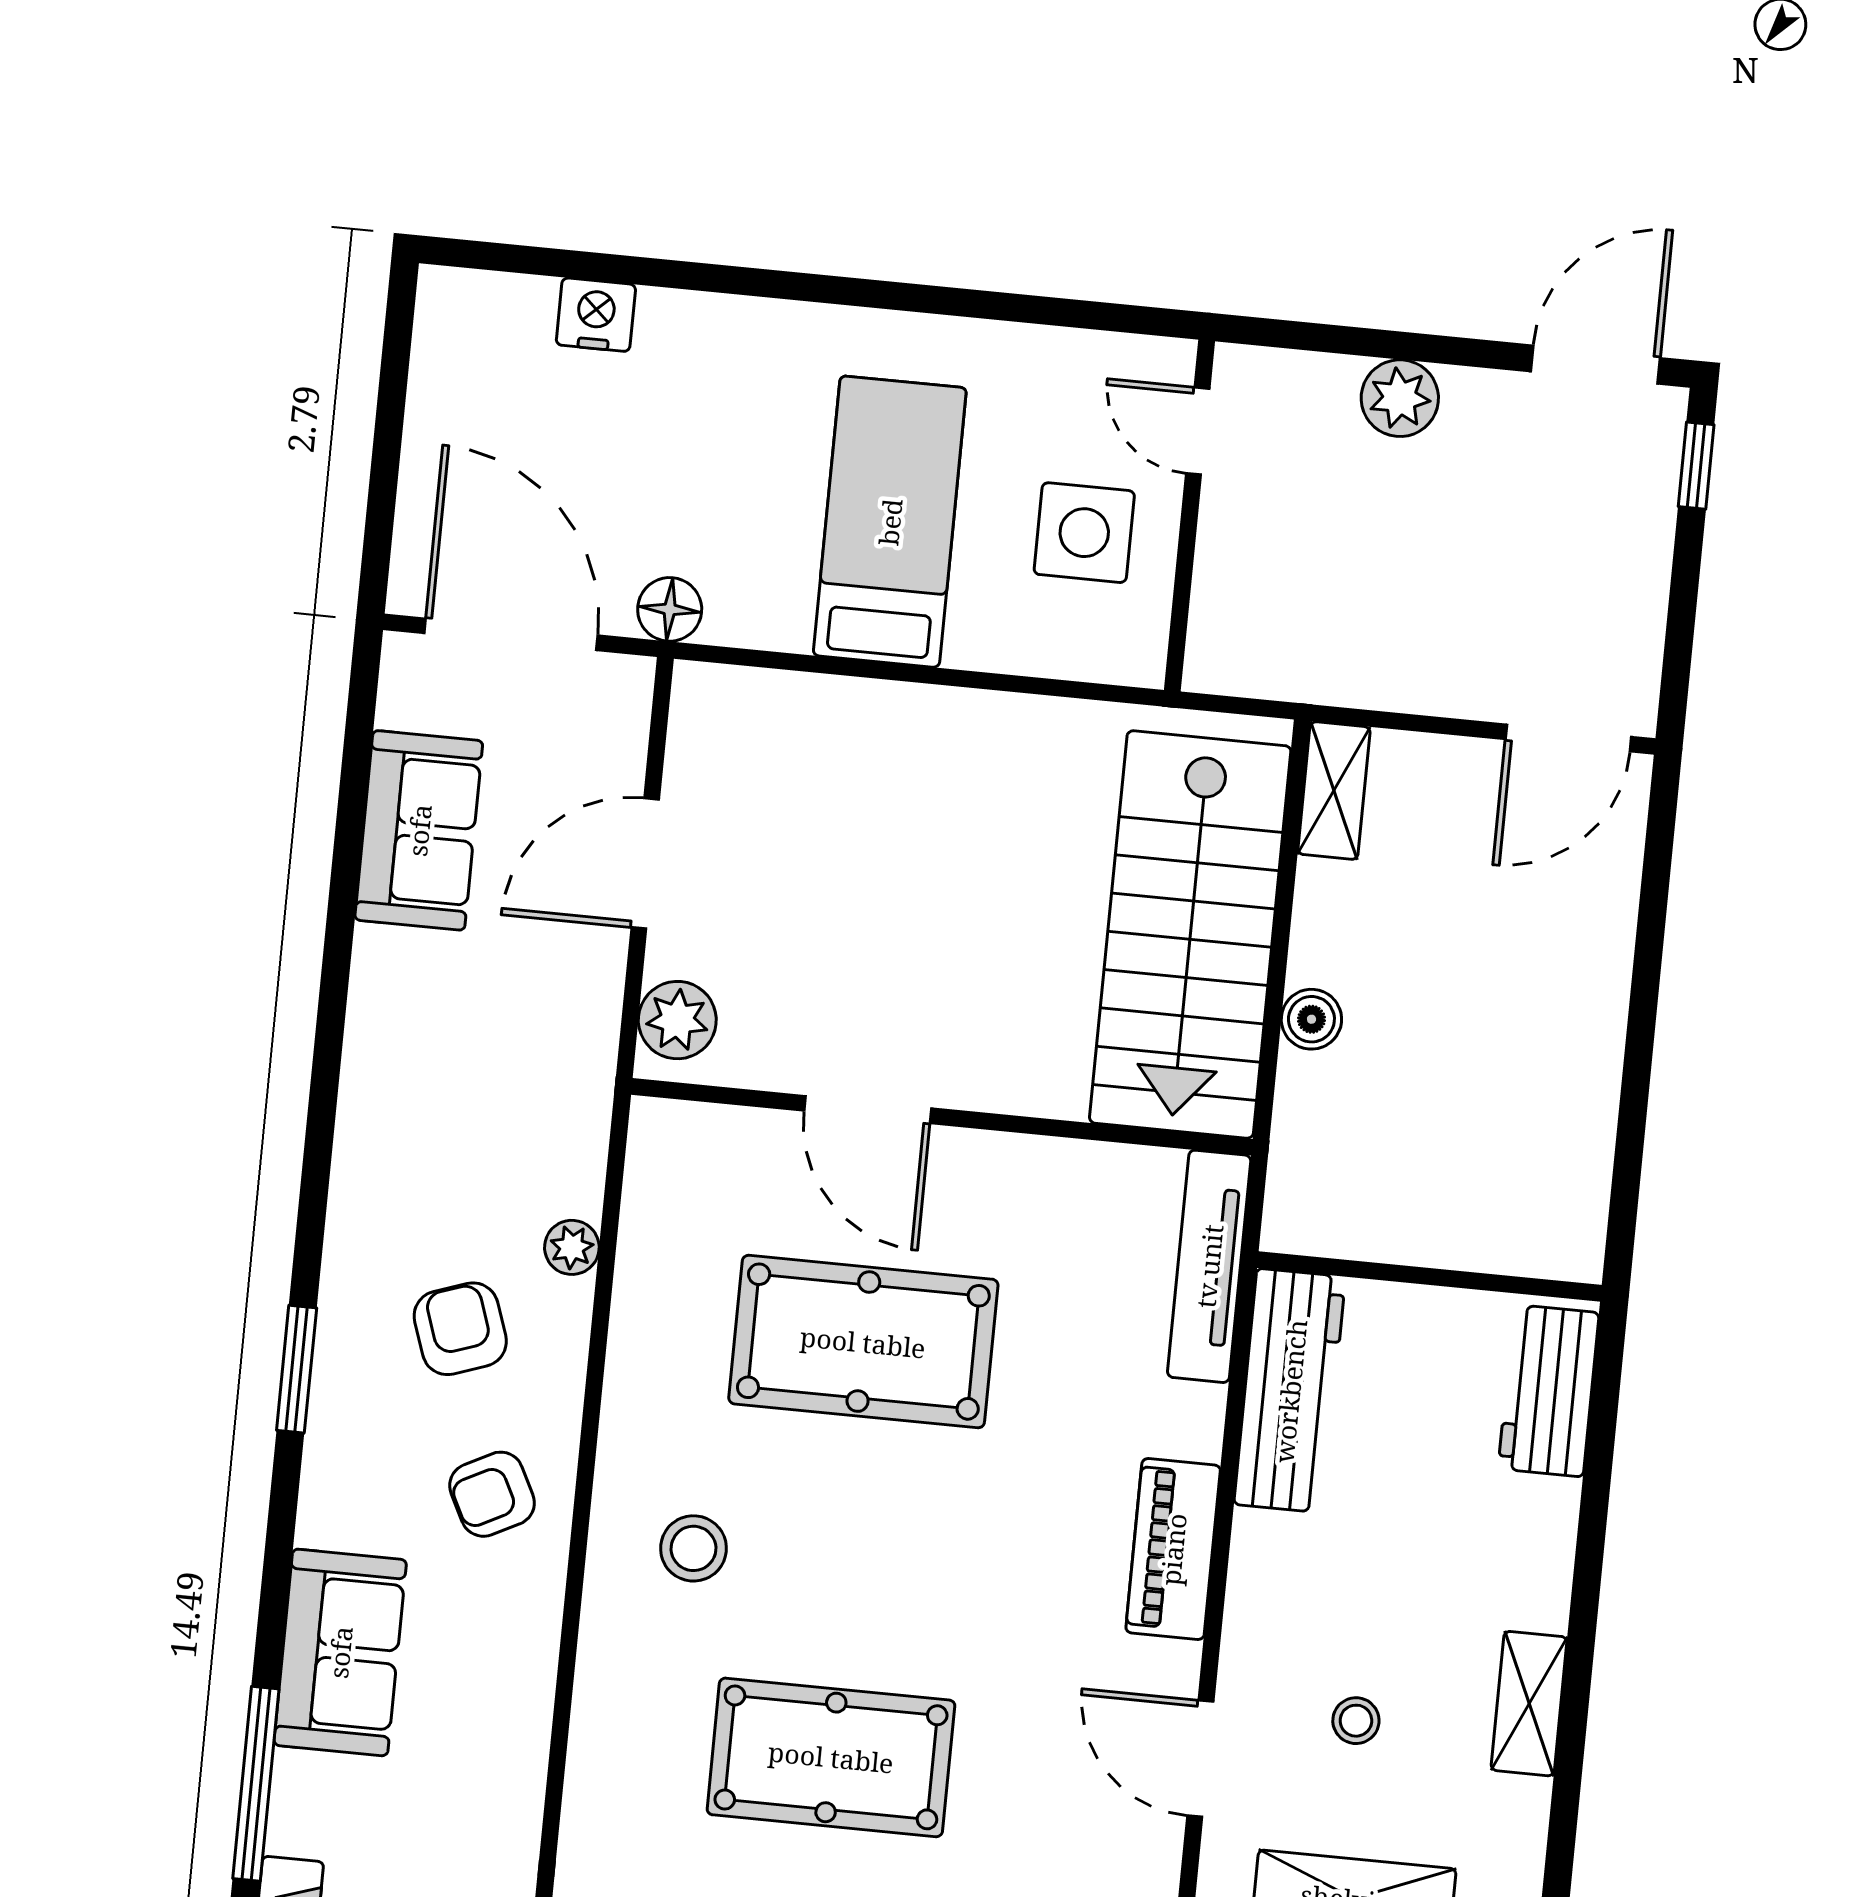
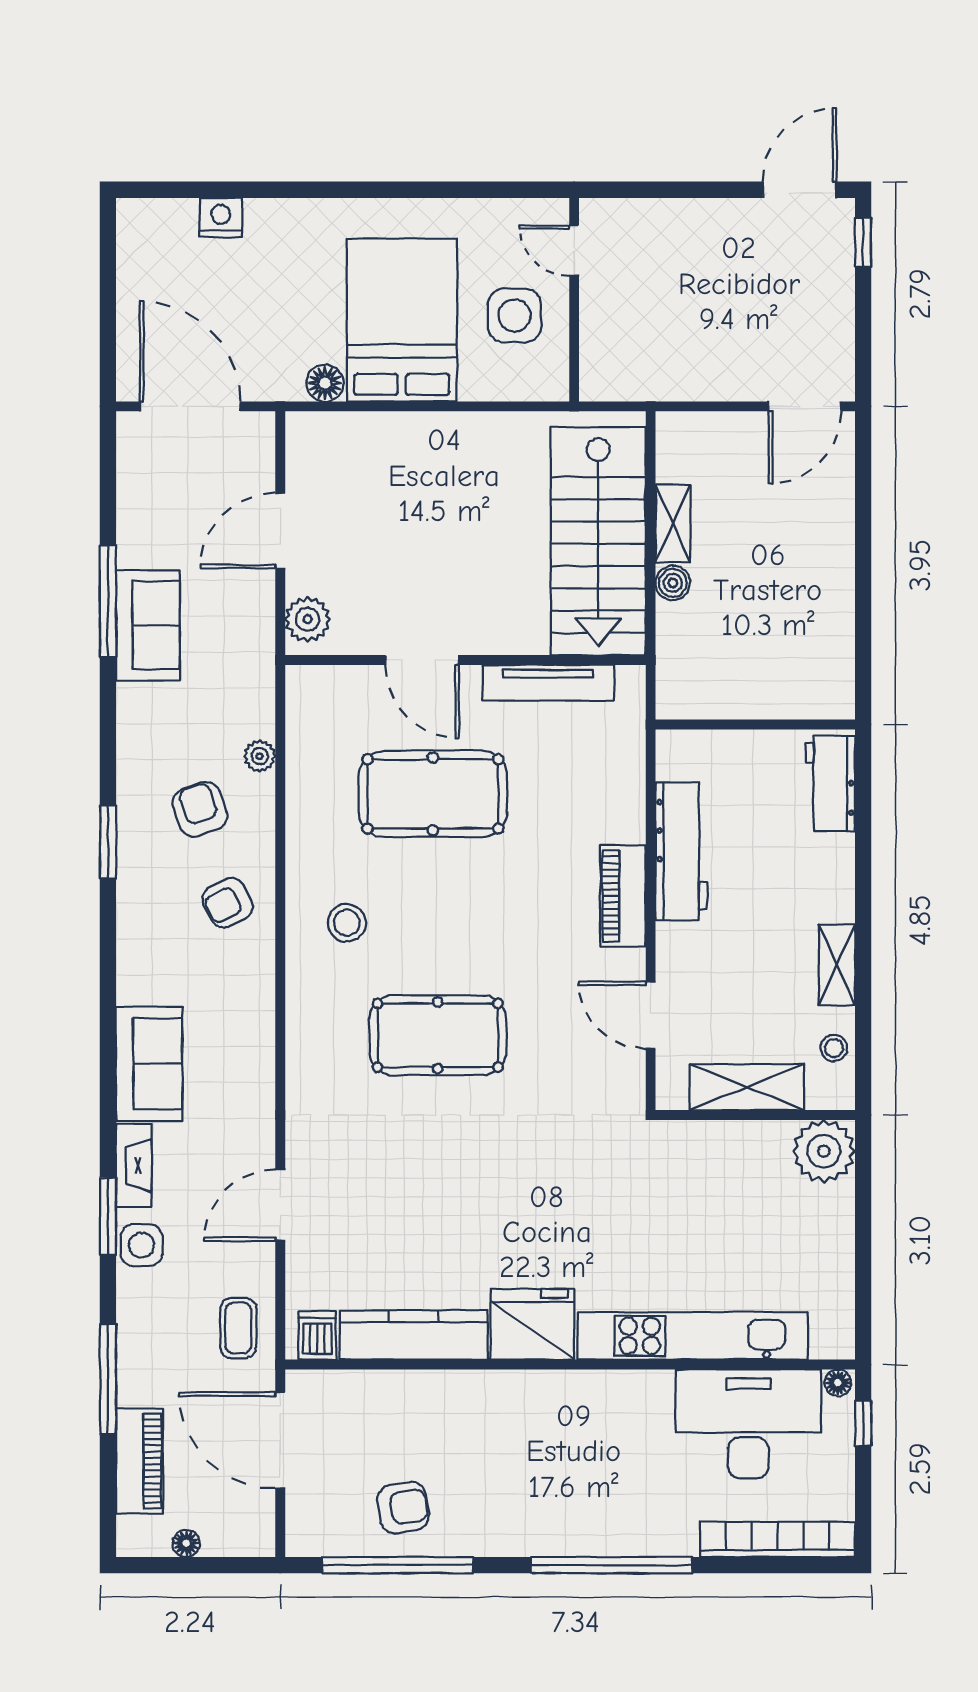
plant: (1400, 398) -> (689, 220), removed
bed: (890, 522) -> (402, 320), width x1.50
floor lamp: (670, 609) -> (325, 383), moved
shelving: (1334, 791) -> (673, 524), moved
sofa: (419, 830) -> (148, 625), moved
tv unit: (1209, 1266) -> (548, 683), moved, turned -90
workbench: (1290, 1391) -> (681, 851), moved
sofa: (340, 1652) -> (149, 1064), moved
stool: (1356, 1721) -> (834, 1048), moved
window: (256, 1784) -> (108, 602), moved

